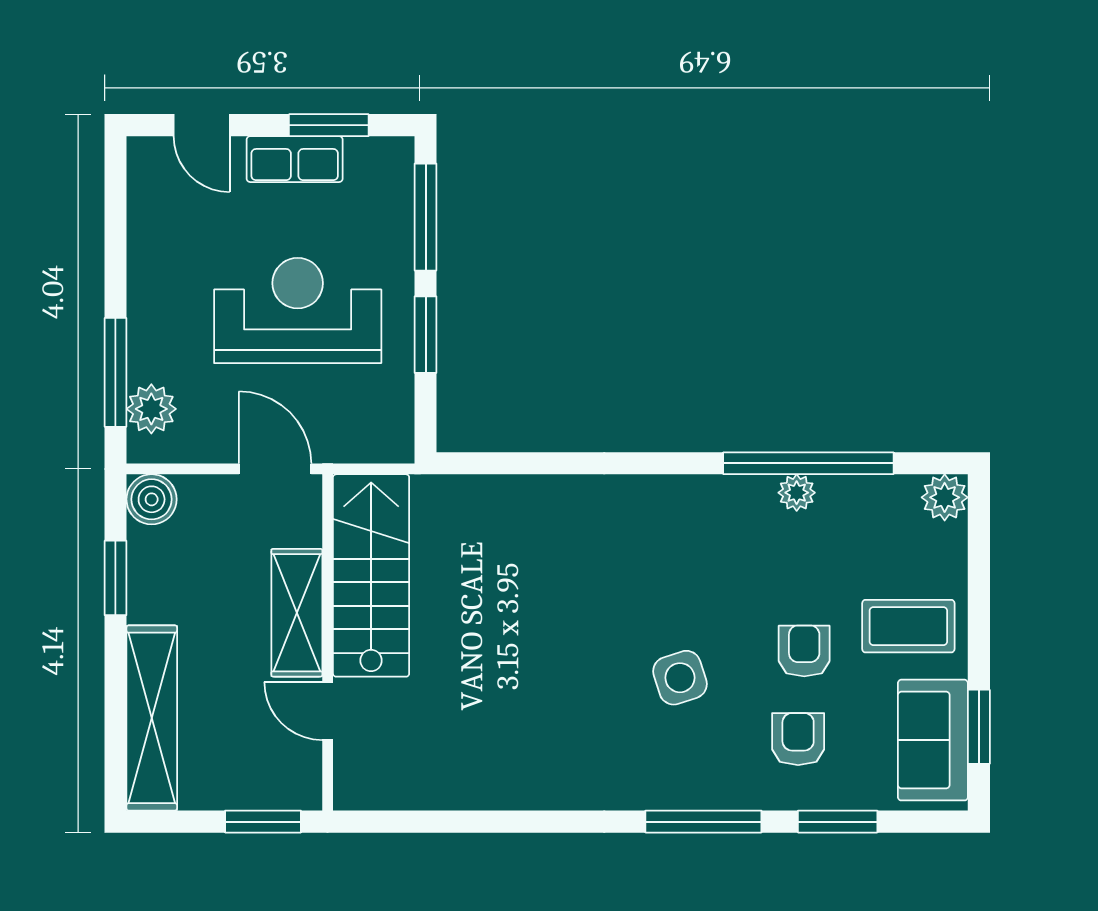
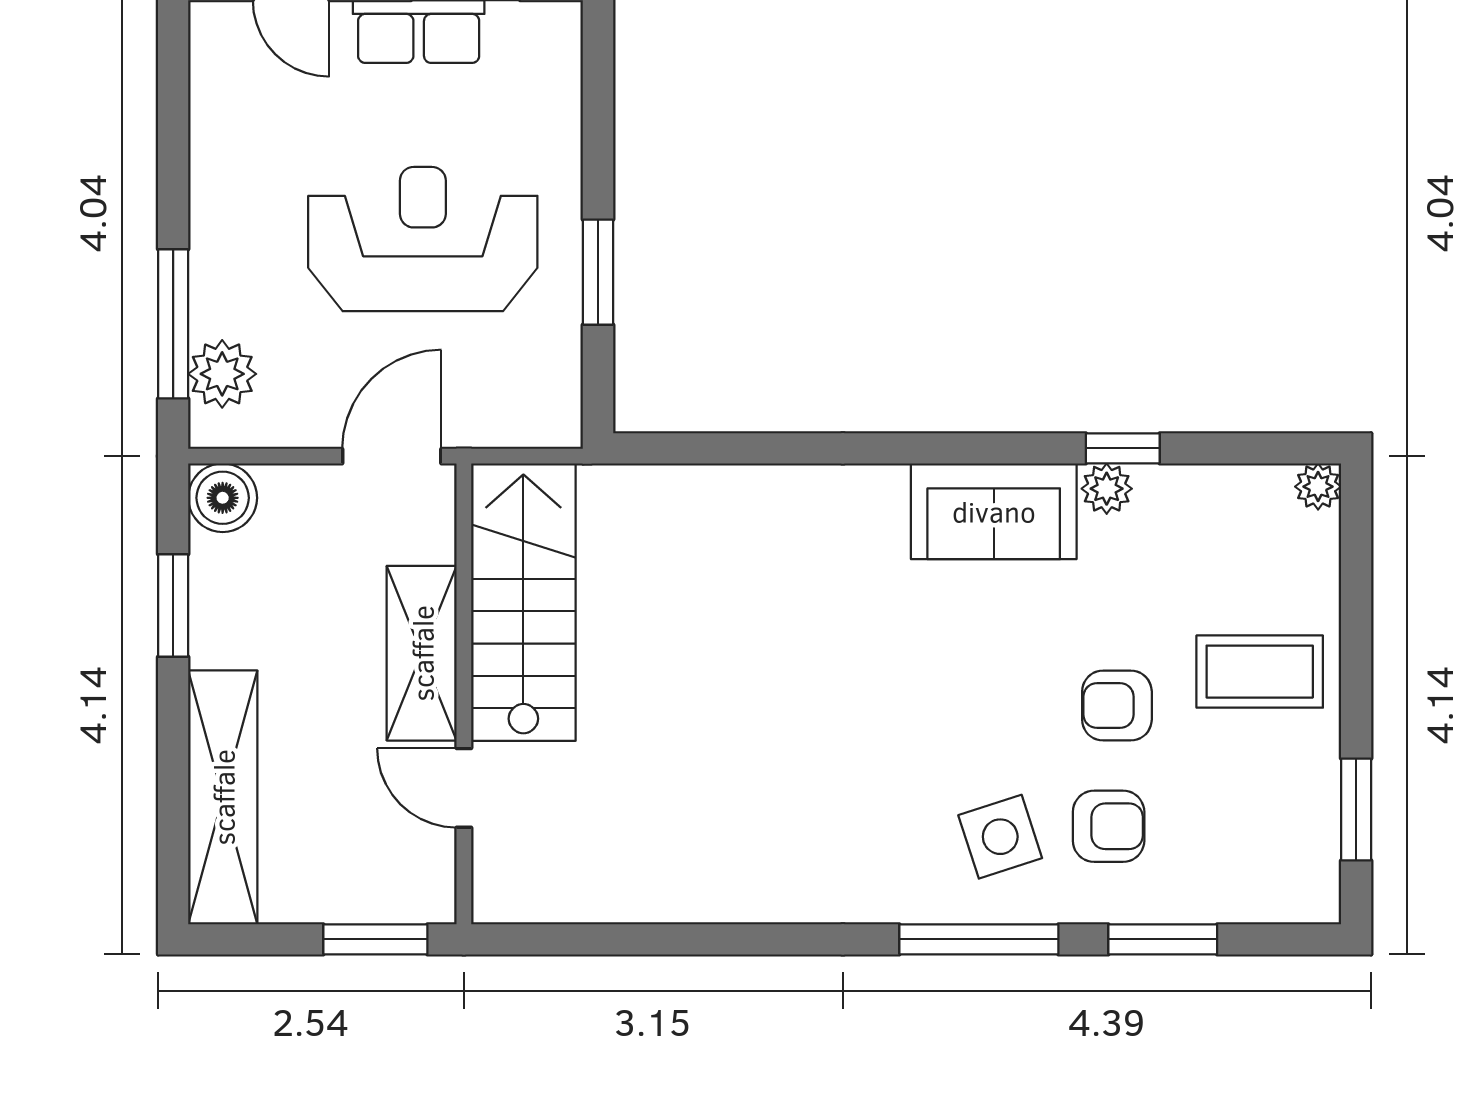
window: (426, 217) -> (598, 111), removed
window: (808, 463) -> (1123, 448), width x0.32
door: (275, 469) -> (392, 456), hinge flipped
plant: (945, 497) -> (1318, 487), width x0.73, depth x0.73
armchair: (804, 651) -> (1117, 706), turned -90
side table: (680, 678) -> (1000, 837), moved
armchair: (798, 739) -> (1109, 826), turned 90
sofa: (933, 740) -> (994, 511), moved, turned -90

